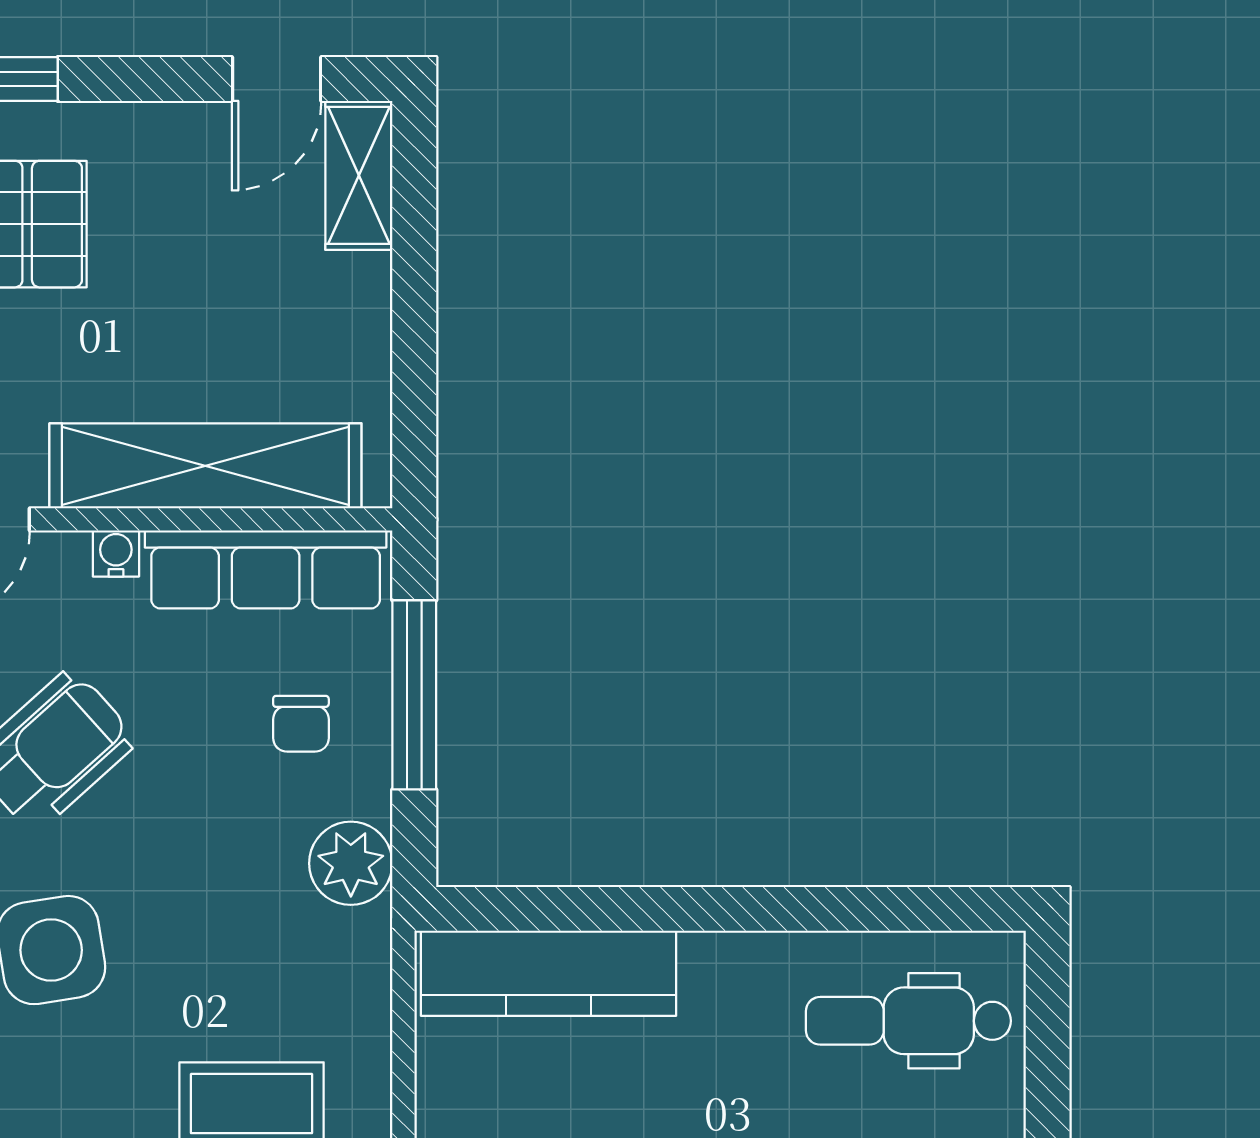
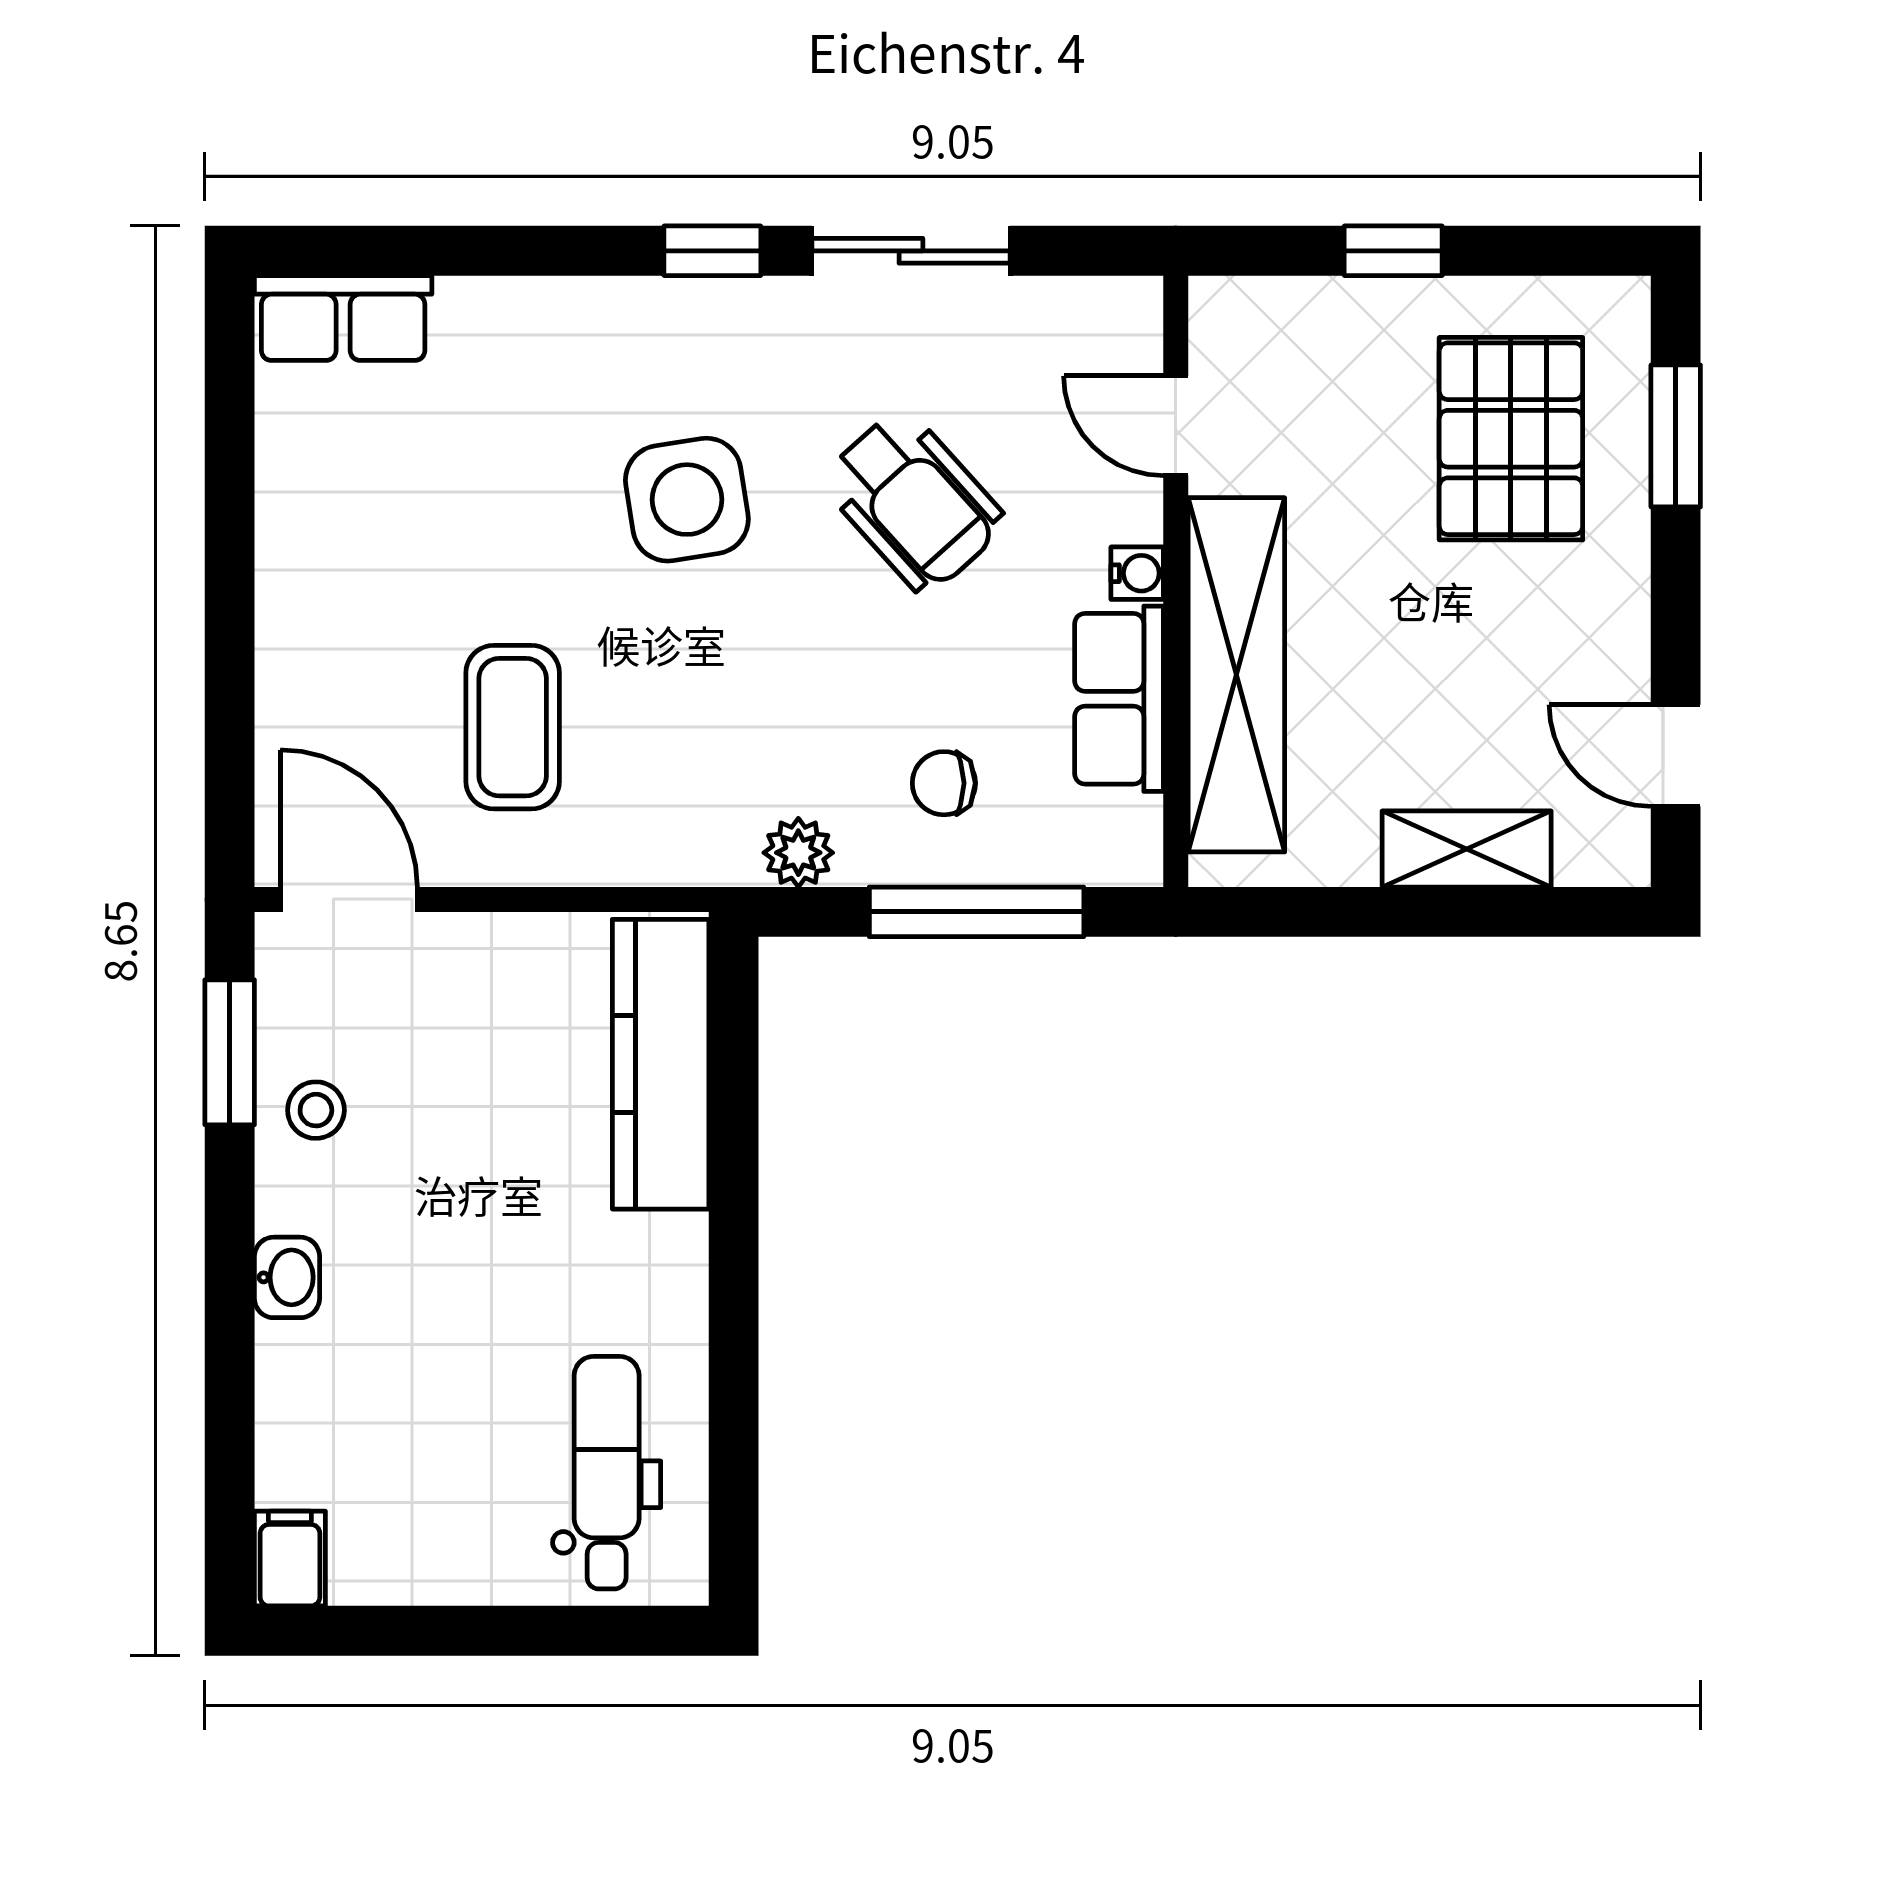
shelving: (359, 175) -> (1467, 849), moved
row of seats: (266, 569) -> (1119, 699), width x0.68
plant: (351, 863) -> (798, 853), width x0.73, depth x0.73

